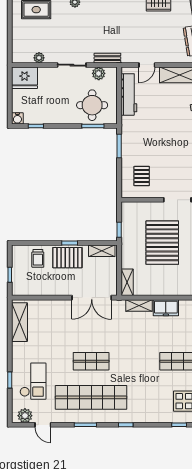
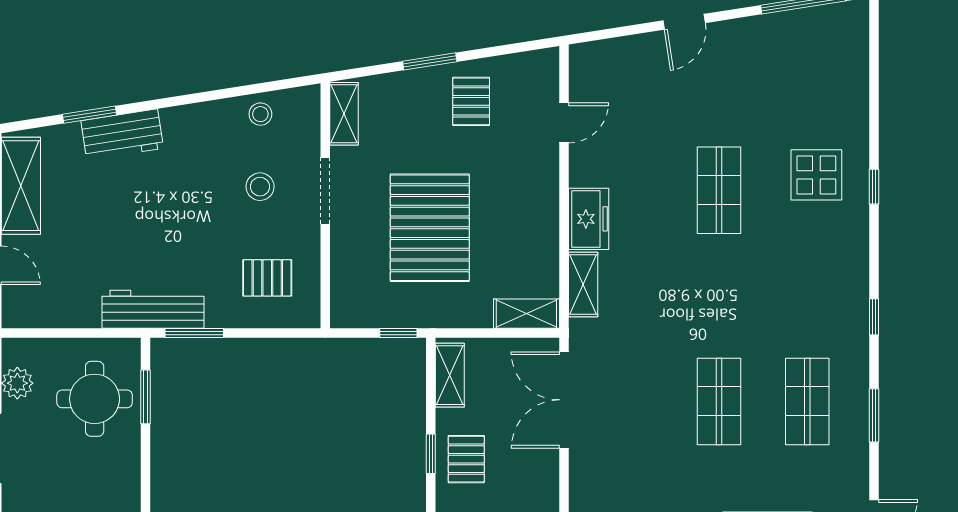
workbench: (129, 94) -> (153, 309), moved
stool: (179, 173) -> (260, 187), added
pallet: (162, 243) -> (430, 228), turned 90
pallet: (67, 258) -> (466, 459), width x0.67, depth x0.71
double door: (92, 298) -> (564, 400), swing flipped
shop shelf: (91, 397) -> (807, 401), width x0.50, depth x0.74

